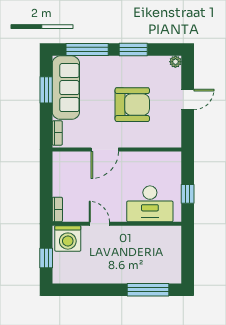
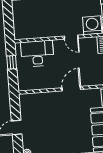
armchair: (132, 105) -> (55, 121), removed

